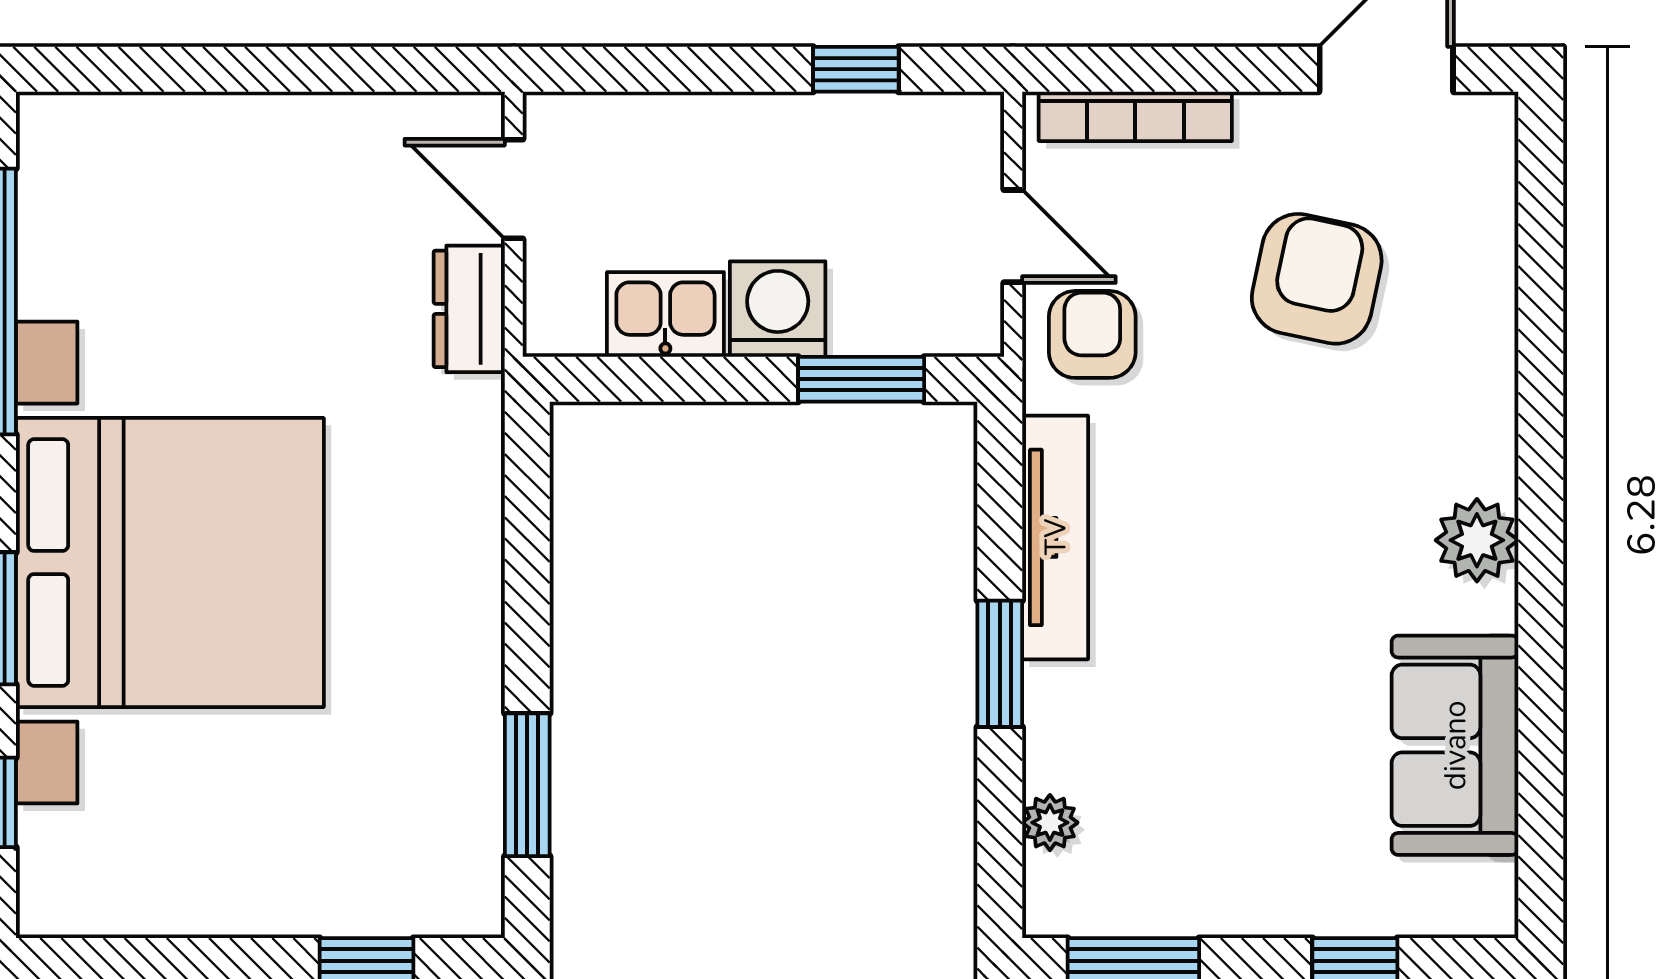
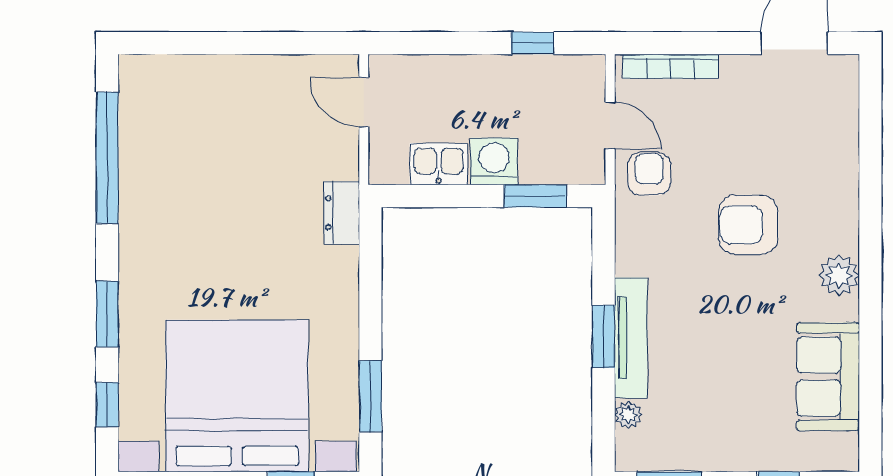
armchair: (1317, 279) -> (748, 225), moved, turned -102
dresser: (469, 309) -> (342, 213), moved
tv unit: (1055, 537) -> (631, 338), moved
bed with nightstands: (170, 563) -> (237, 396), moved, turned -90

